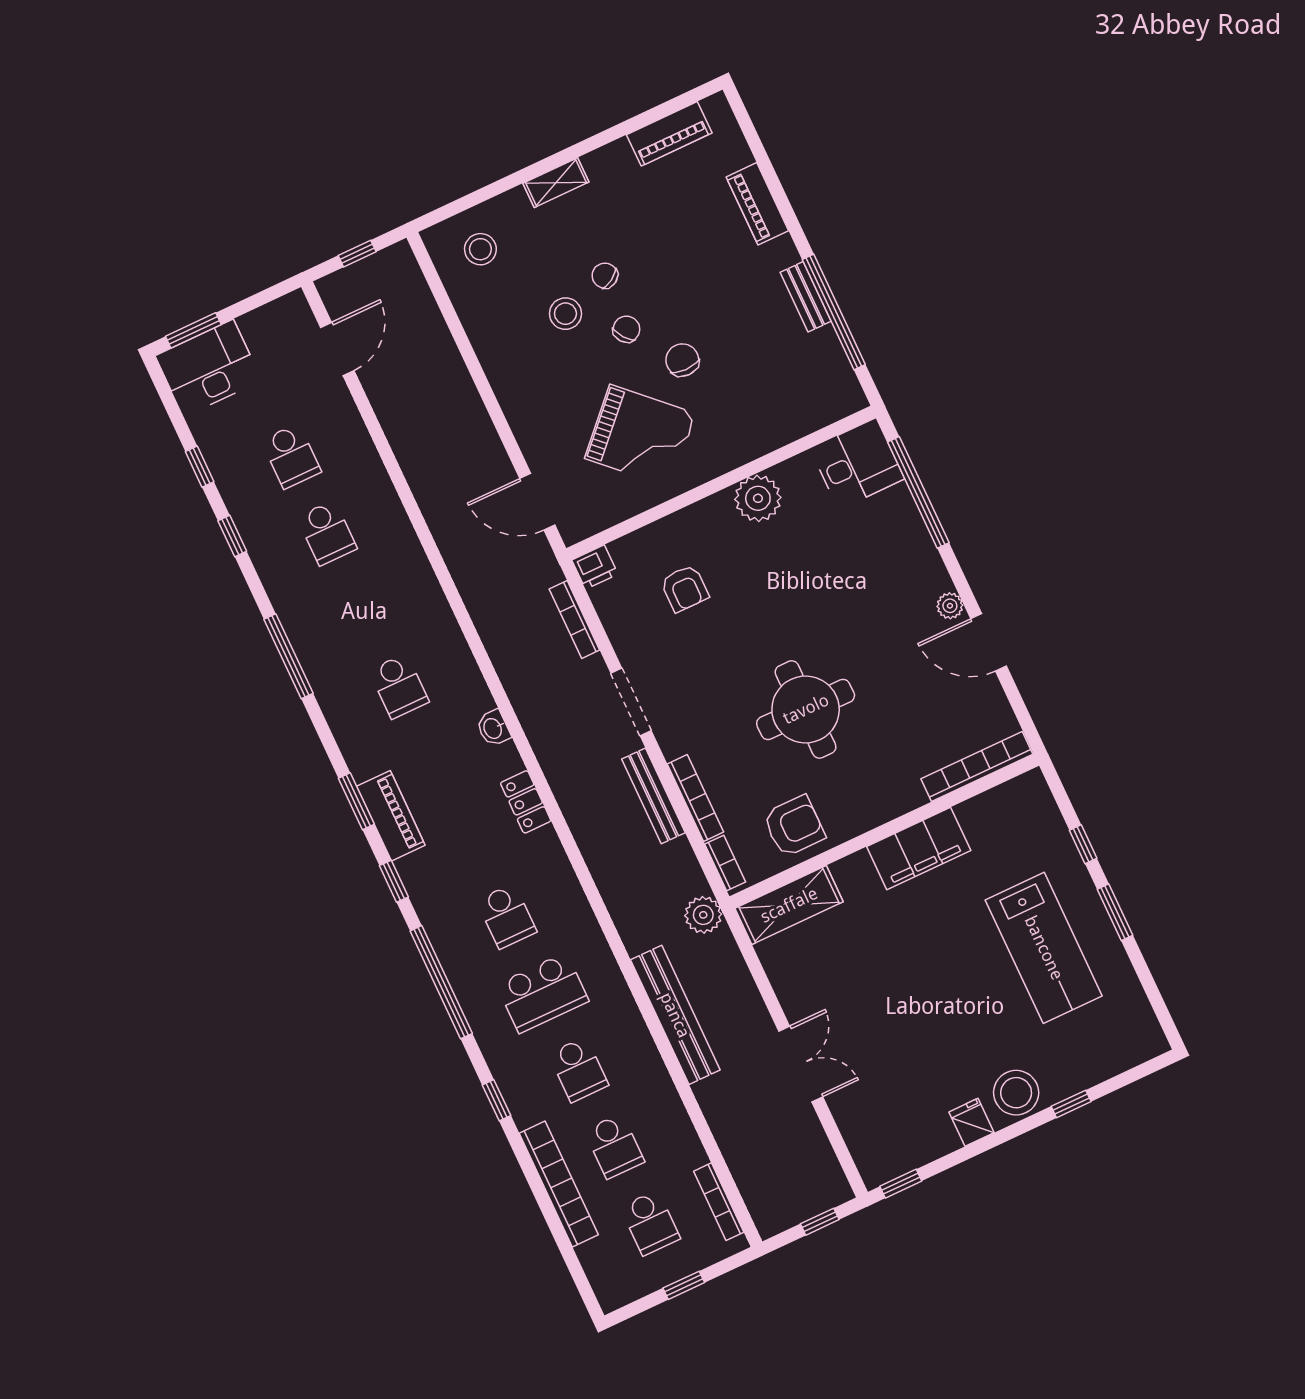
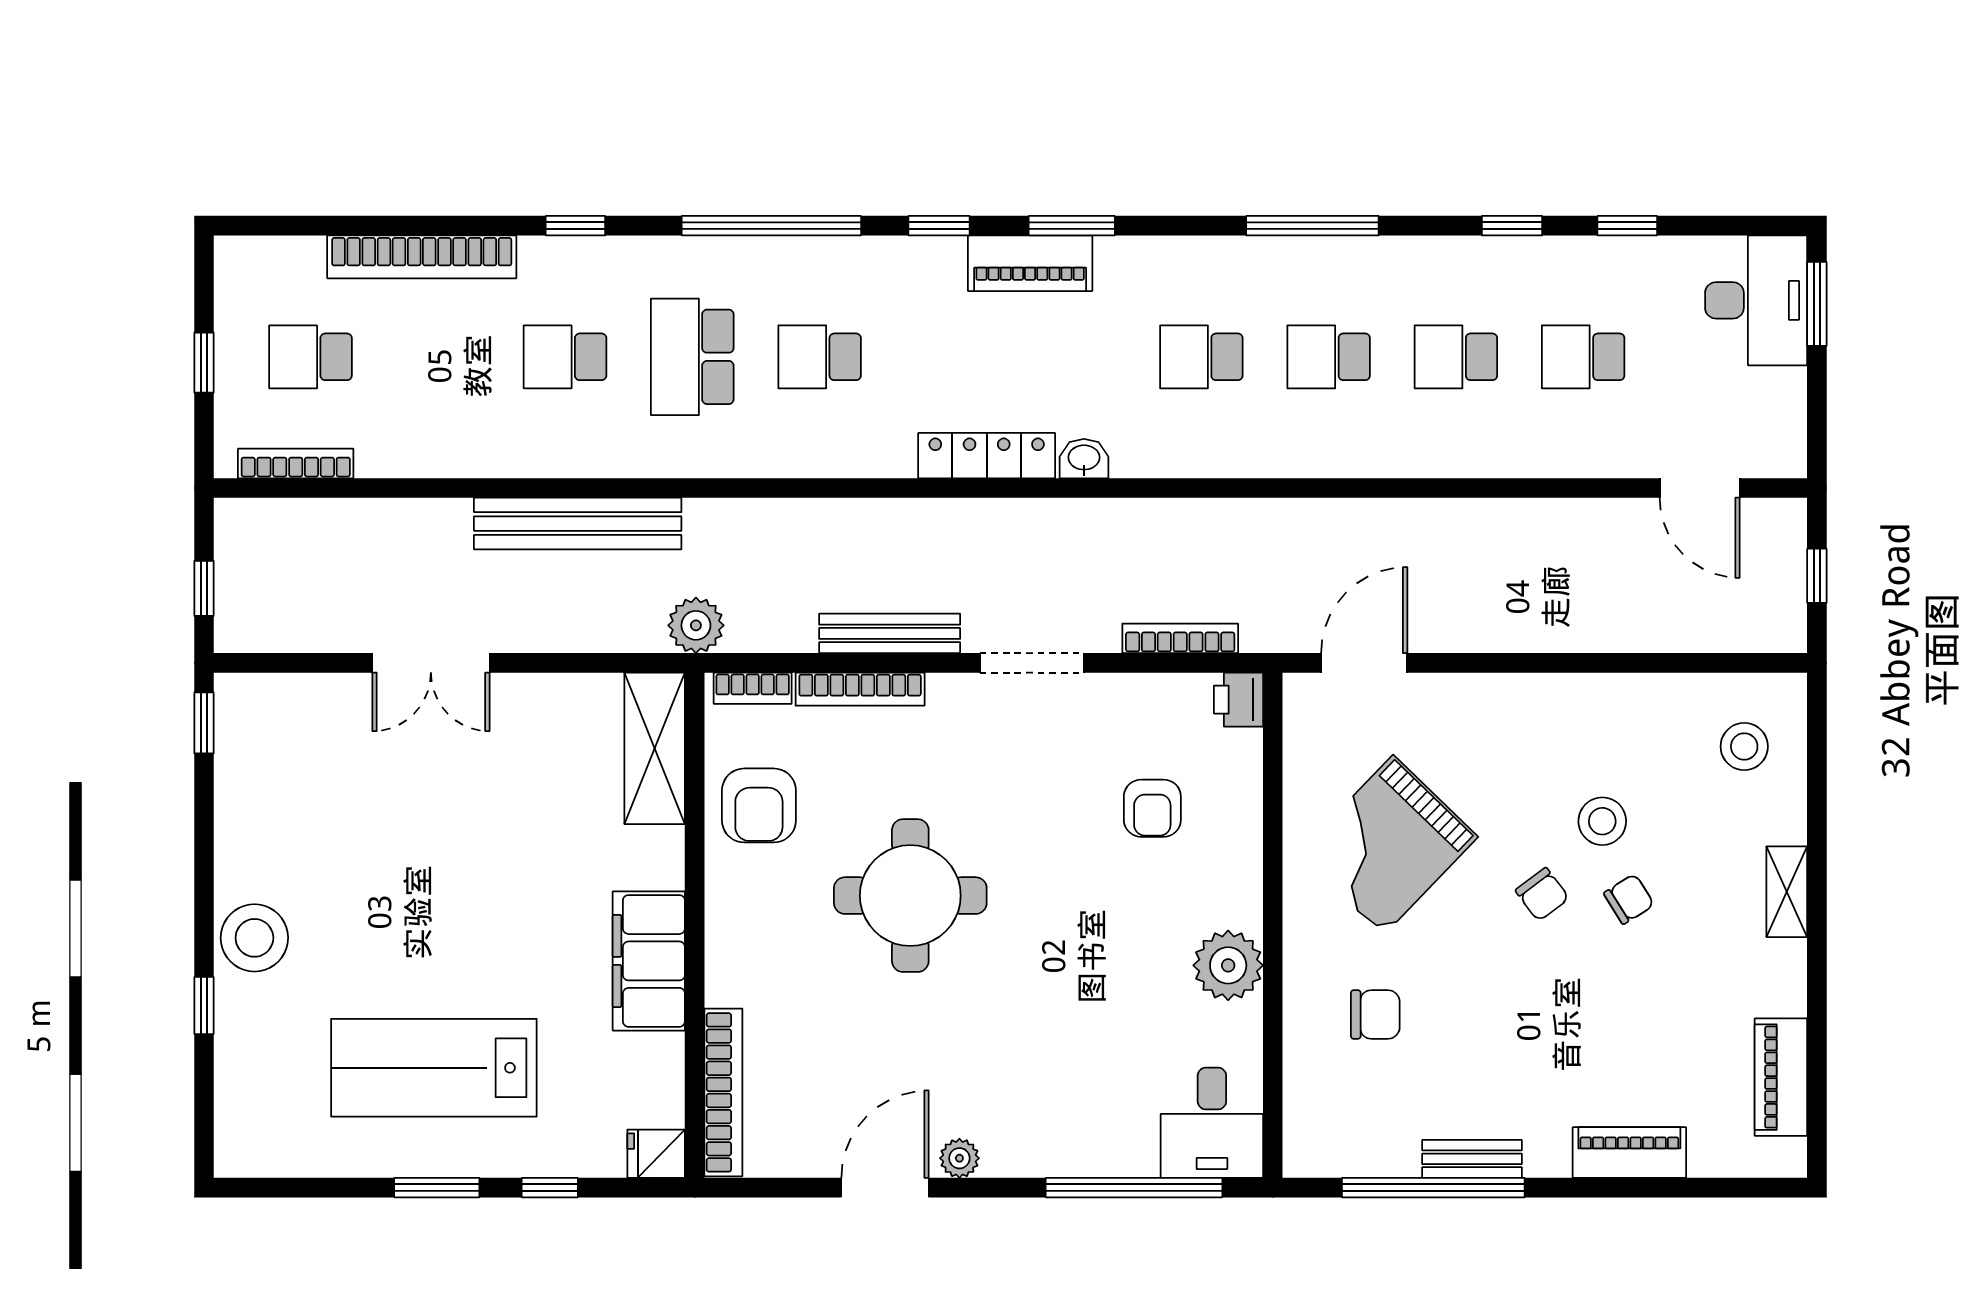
chair: (682, 360) -> (1375, 1015), moved
armchair: (685, 588) -> (1152, 808), turned -90
locker: (526, 802) -> (987, 456), width x1.53
fridge: (971, 1122) -> (656, 1154), moved, turned 180
school desk: (614, 1146) -> (1329, 357), moved

